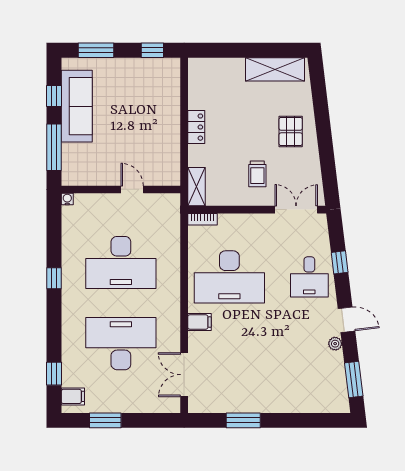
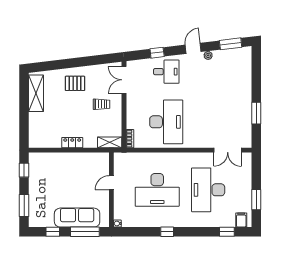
sofa: (77, 106) -> (77, 218), moved
desk: (121, 263) -> (157, 190), turned 90
filing cabinet: (199, 322) -> (195, 141), removed

